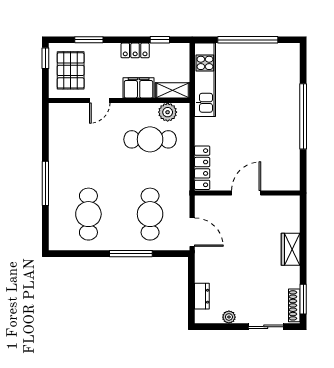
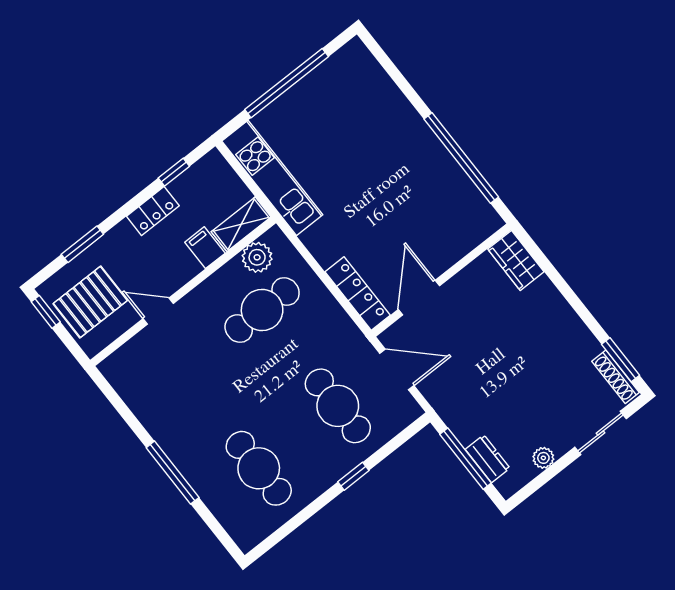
pallet: (71, 70) -> (90, 302), turned 90
filing cabinet: (139, 88) -> (205, 248), width x0.50
door: (100, 101) -> (158, 311), swing flipped
window: (303, 116) -> (461, 158), moved
door: (246, 193) -> (419, 298), moved
door: (192, 232) -> (397, 369), moved
wardrobe: (291, 249) -> (516, 260), moved
window: (131, 254) -> (353, 476), width x0.46
window: (191, 288) -> (466, 459), added

